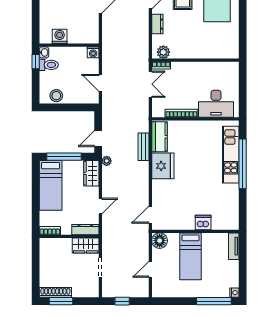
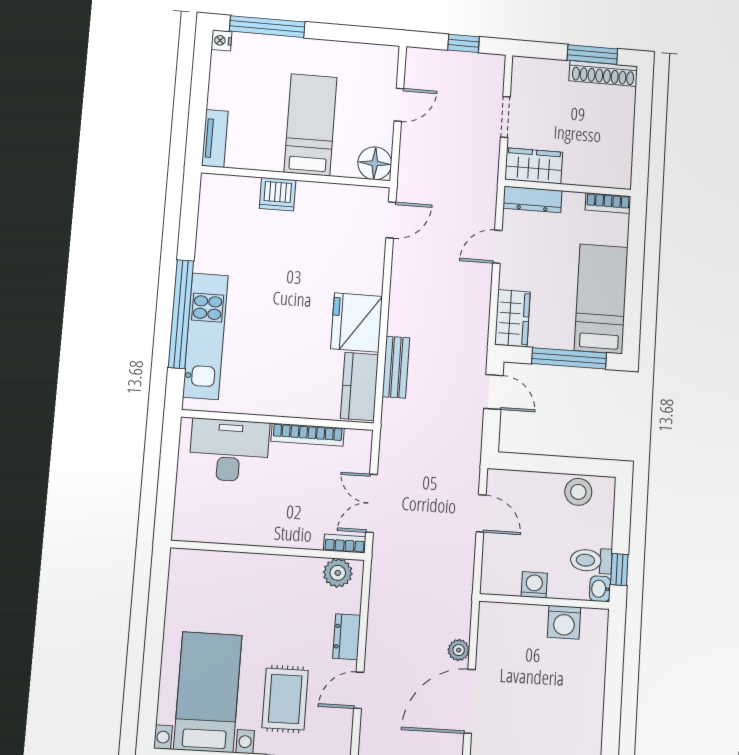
washing machine: (93, 52) -> (534, 585), moved
door: (98, 139) -> (493, 392), hinge flipped
plant: (107, 161) -> (459, 650), moved

